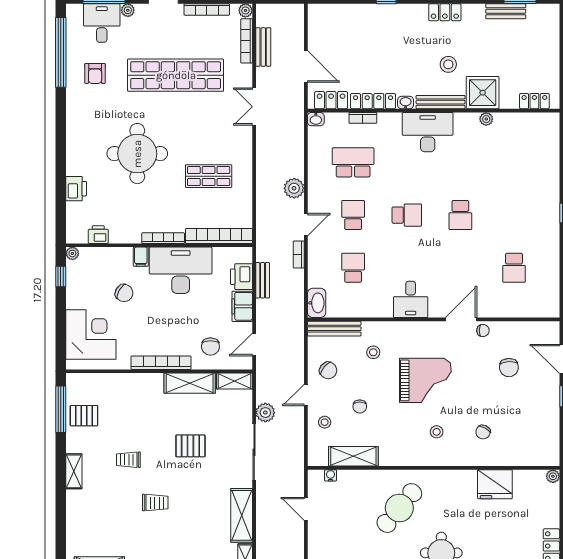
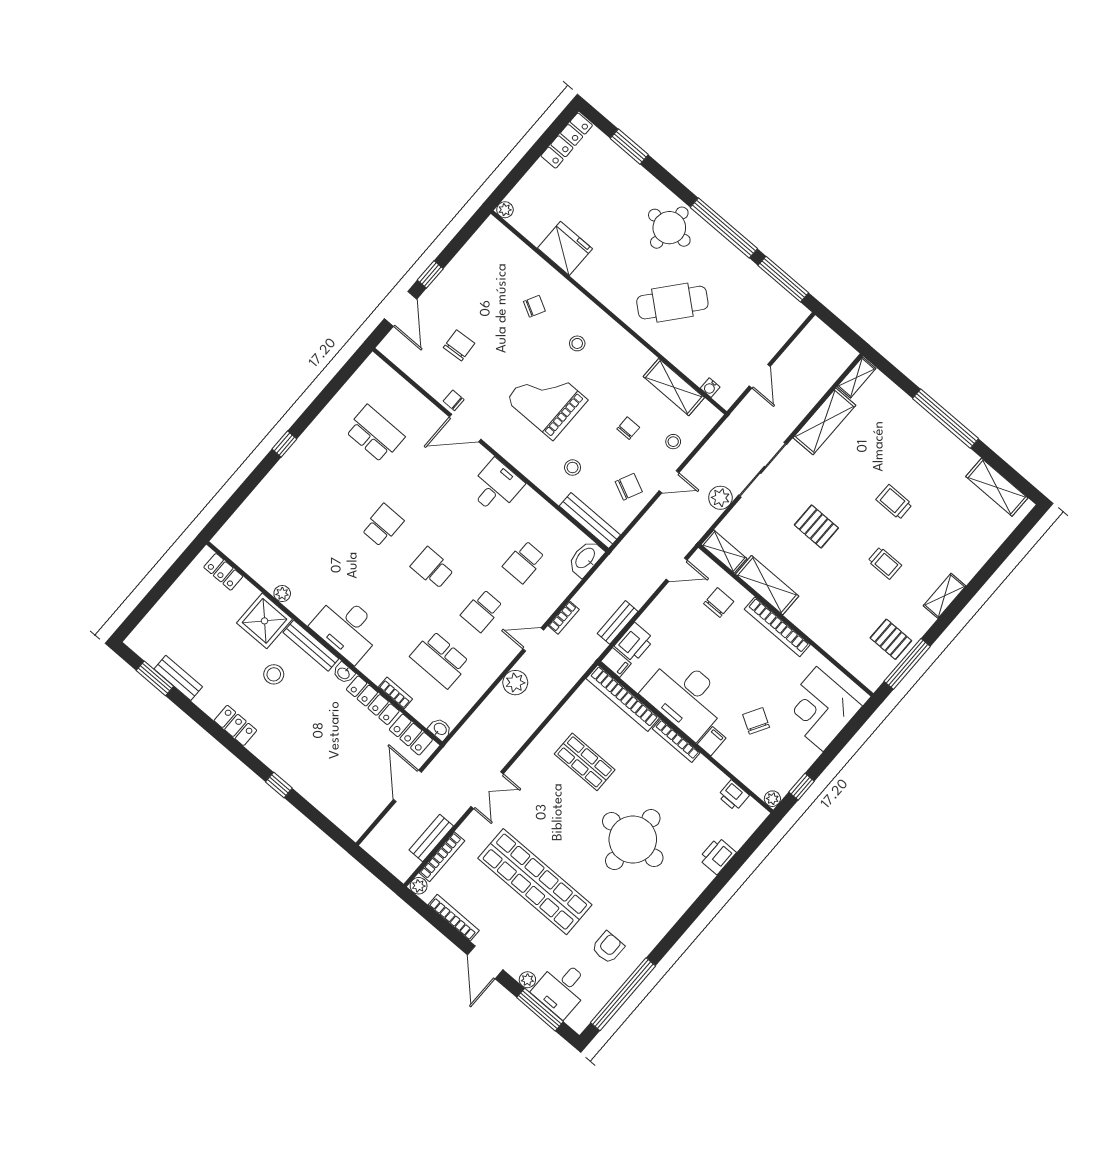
school desk: (514, 268) -> (375, 434), width x1.85
filing cabinet: (242, 306) -> (616, 662), moved, width x0.50
chair: (328, 370) -> (629, 487), turned 75

